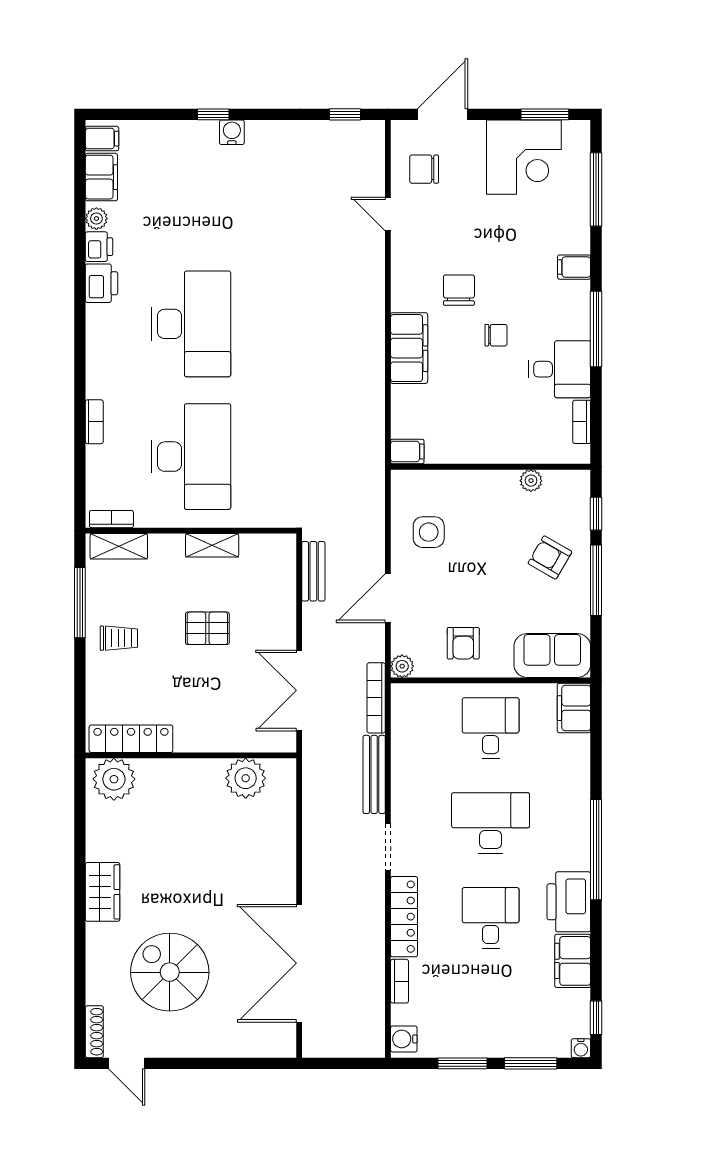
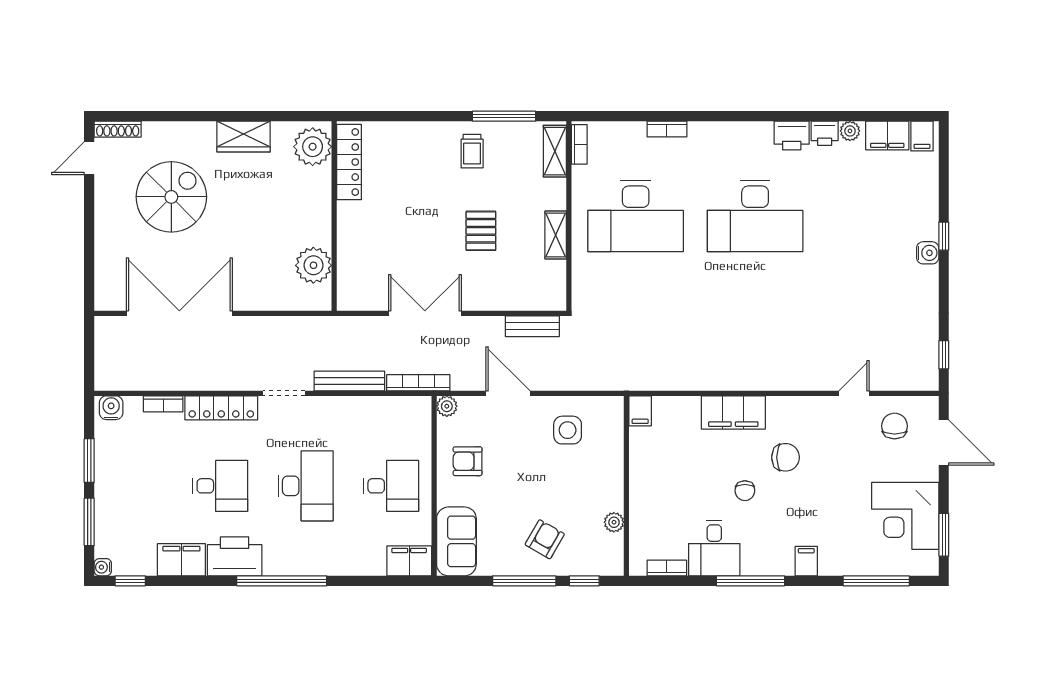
locker: (131, 739) -> (349, 162), moved
wall: (191, 755) -> (334, 216), moved
plant: (246, 778) -> (313, 265), moved
plant: (114, 779) -> (313, 147), moved

